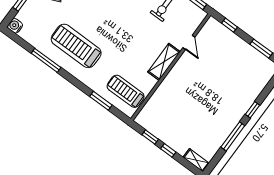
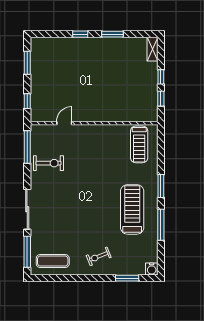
treadmill: (76, 46) -> (132, 209), turned 180
shelving: (164, 62) -> (94, 131), removed
window: (101, 101) -> (161, 186), moved
window: (233, 136) -> (113, 34), width x0.69

